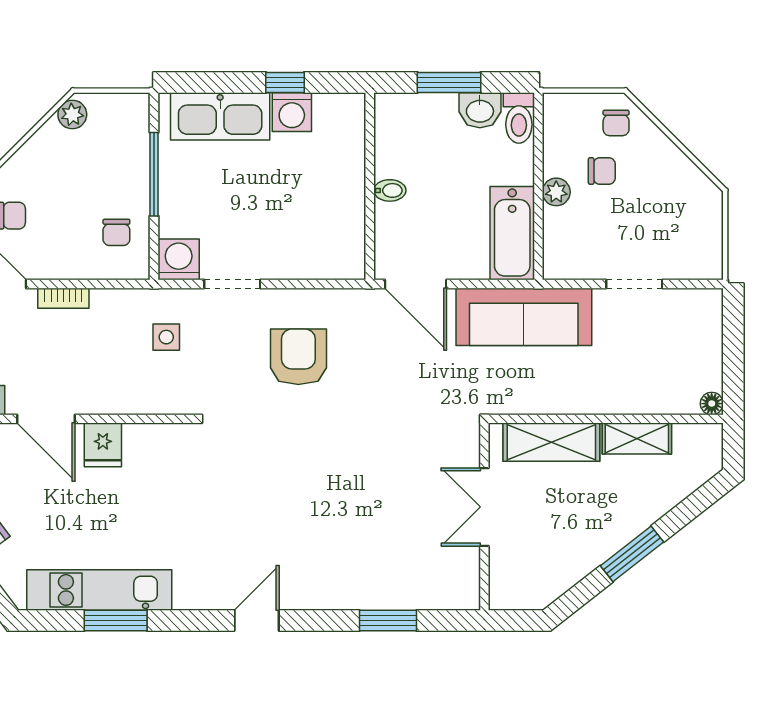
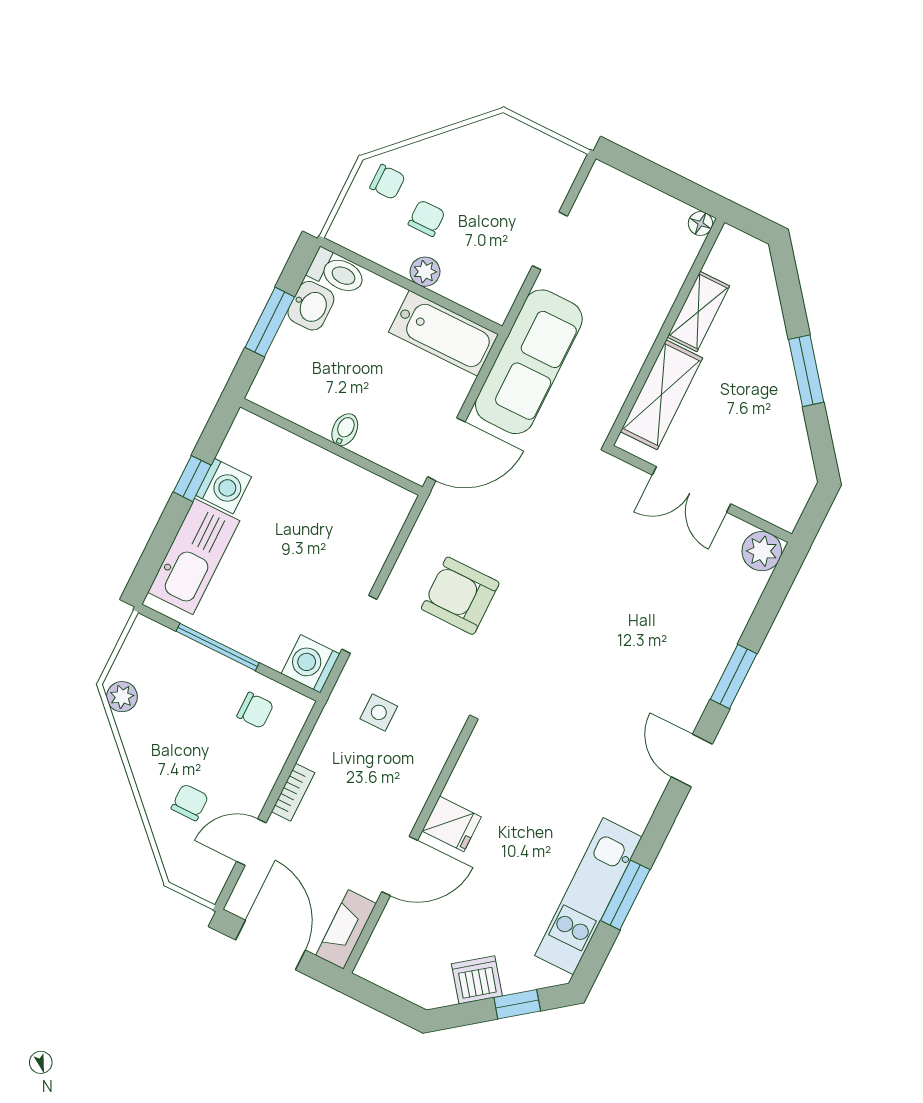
plant: (462, 592) -> (762, 551), added
window: (388, 620) -> (734, 676), moved

